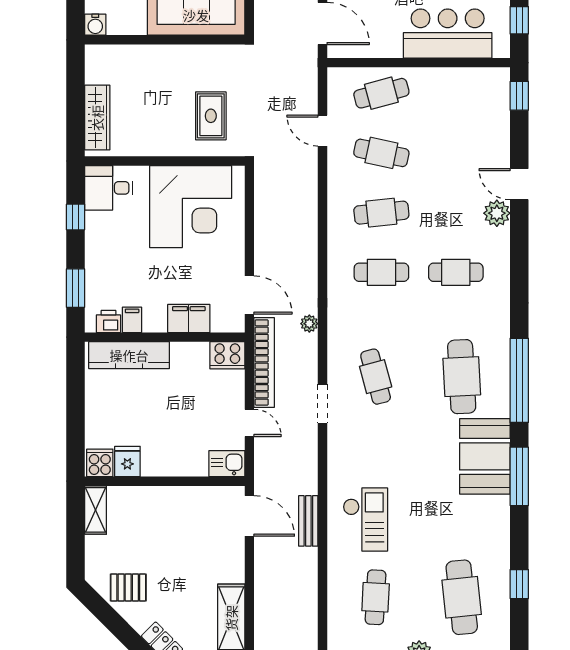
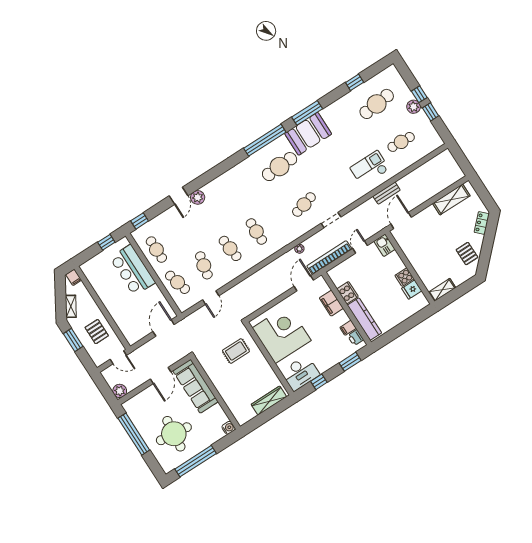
desk: (109, 188) -> (300, 373), width x1.37
cafe table: (456, 272) -> (156, 250), moved
cooker: (227, 355) -> (348, 293), moved
cooker: (100, 463) -> (404, 277), moved

